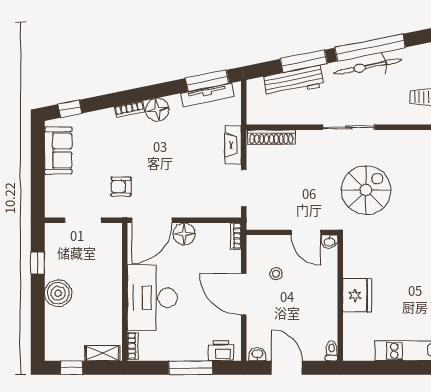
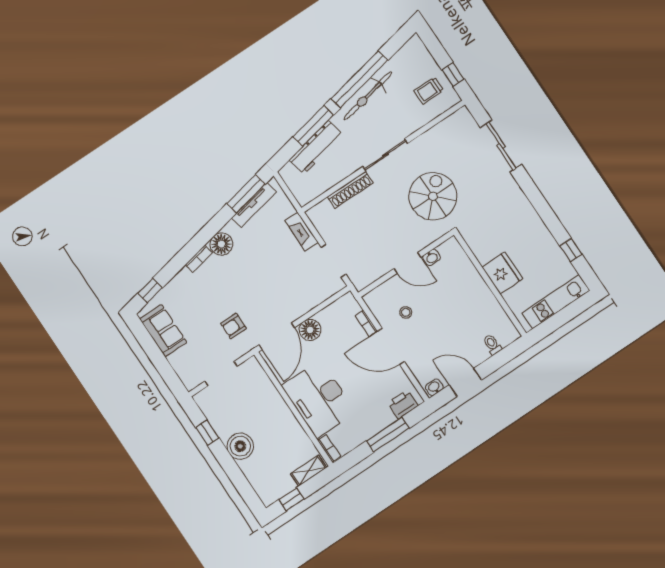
shoe rack: (271, 137) -> (350, 190), moved
bookcase: (236, 236) -> (366, 323), moved
fridge: (357, 295) -> (502, 273), moved
wall: (340, 298) -> (490, 284), moved

